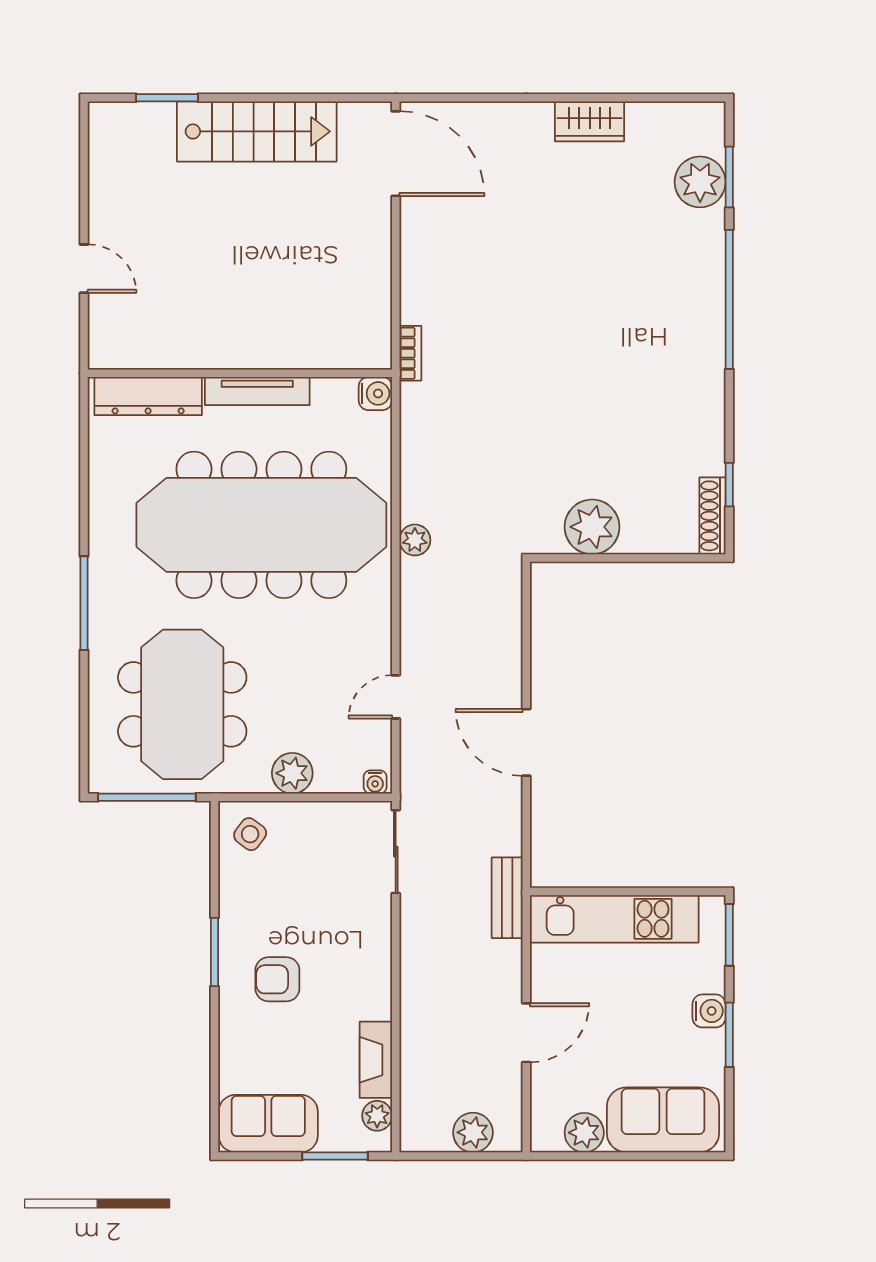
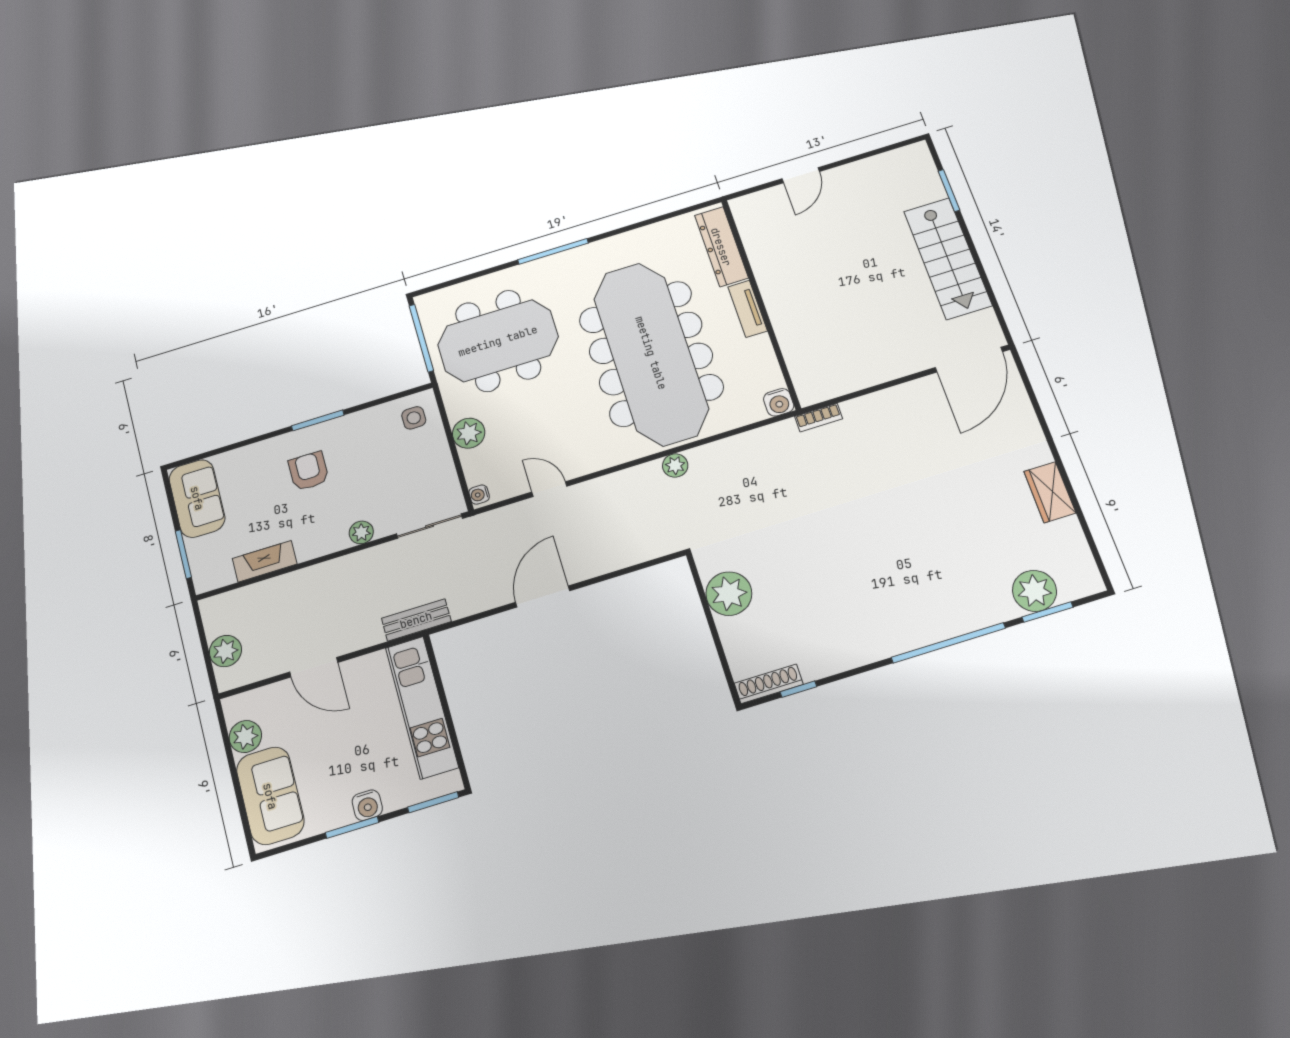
tv unit: (257, 391) -> (748, 309), width x0.71
side table: (250, 834) -> (414, 418), turned -37
plant: (377, 1116) -> (361, 532), moved

